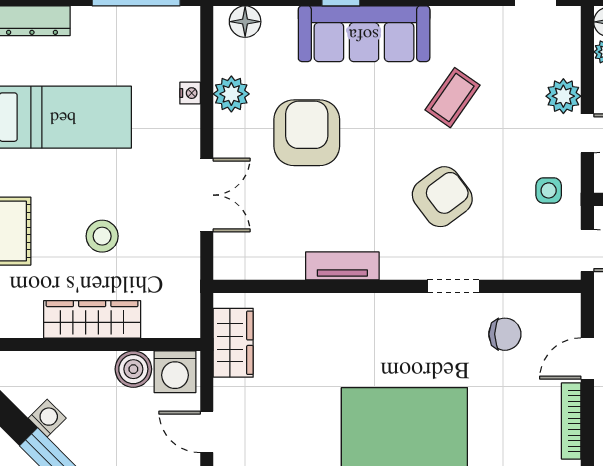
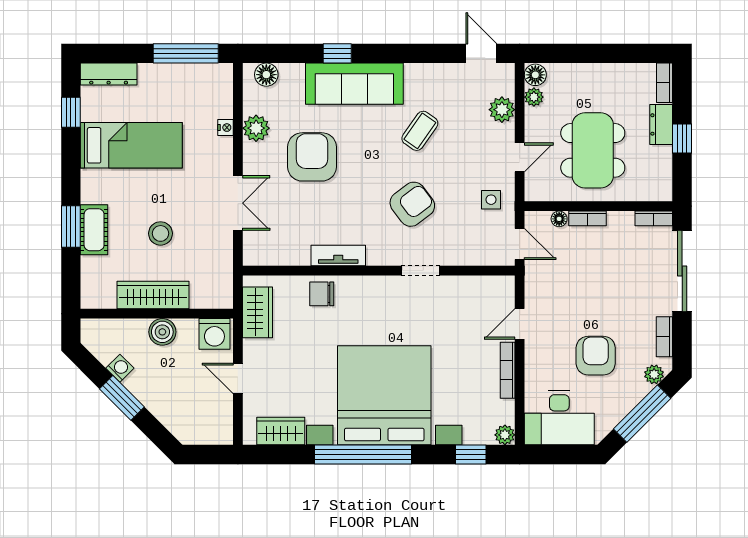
plant: (563, 96) -> (502, 110), moved
chair: (505, 334) -> (322, 294), moved, turned 180
boiler: (133, 369) -> (162, 332), moved

